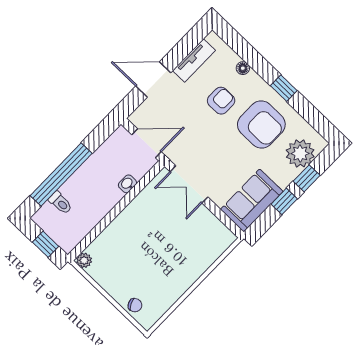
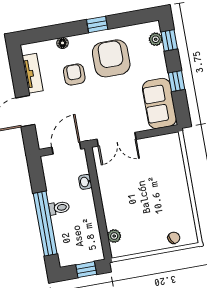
armchair: (261, 124) -> (111, 58), turned -90
plant: (300, 153) -> (156, 39), width x0.53, depth x0.53
window: (307, 178) -> (169, 40), moved
toilet: (60, 203) -> (59, 208), moved
plant: (84, 260) -> (114, 236), moved

